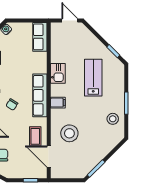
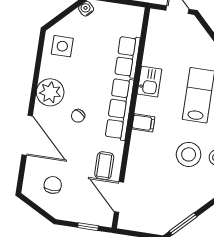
row of seats: (40, 37) -> (127, 57), moved
stool: (69, 133) -> (189, 154), moved

